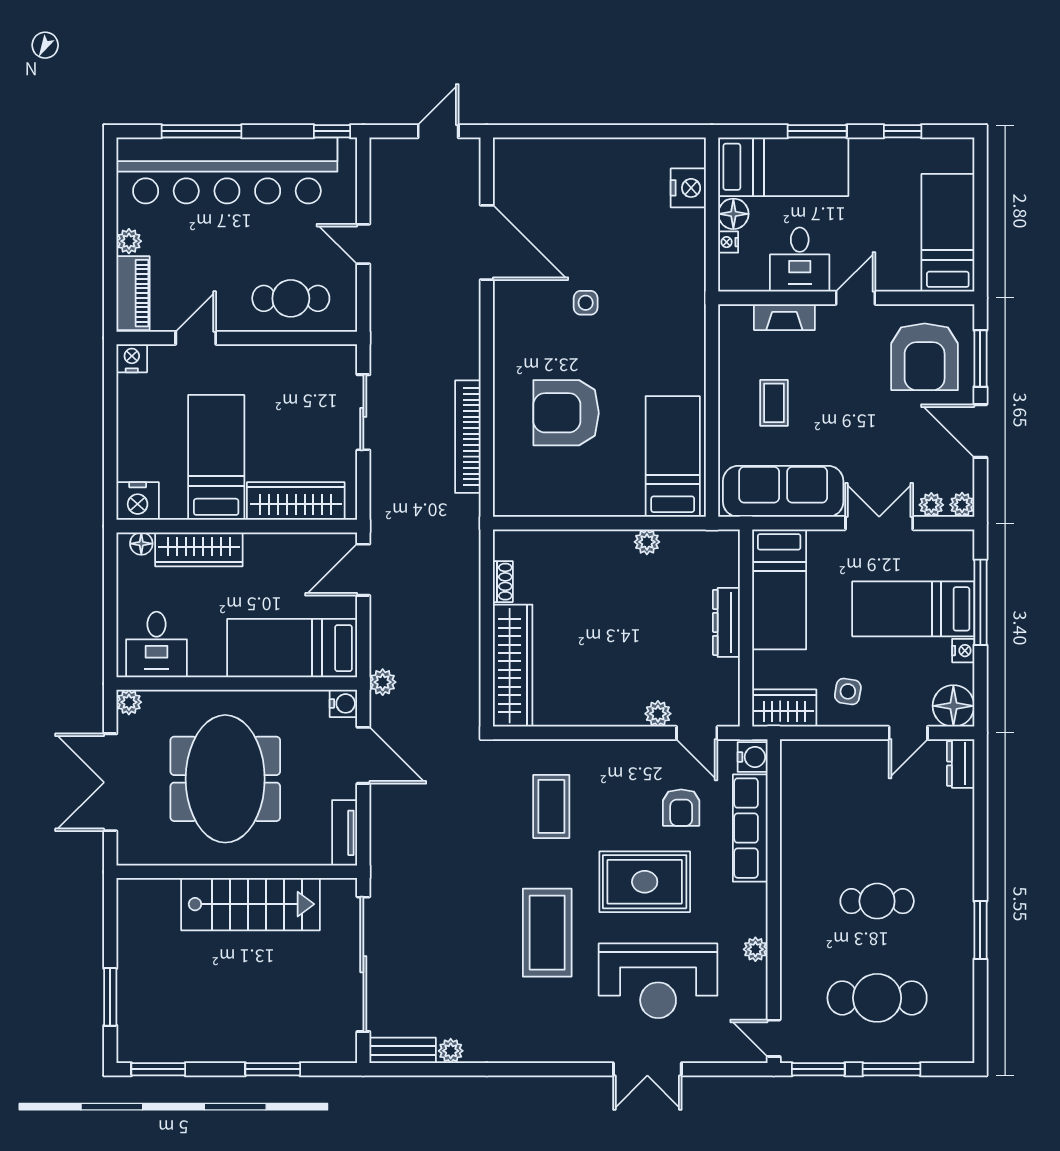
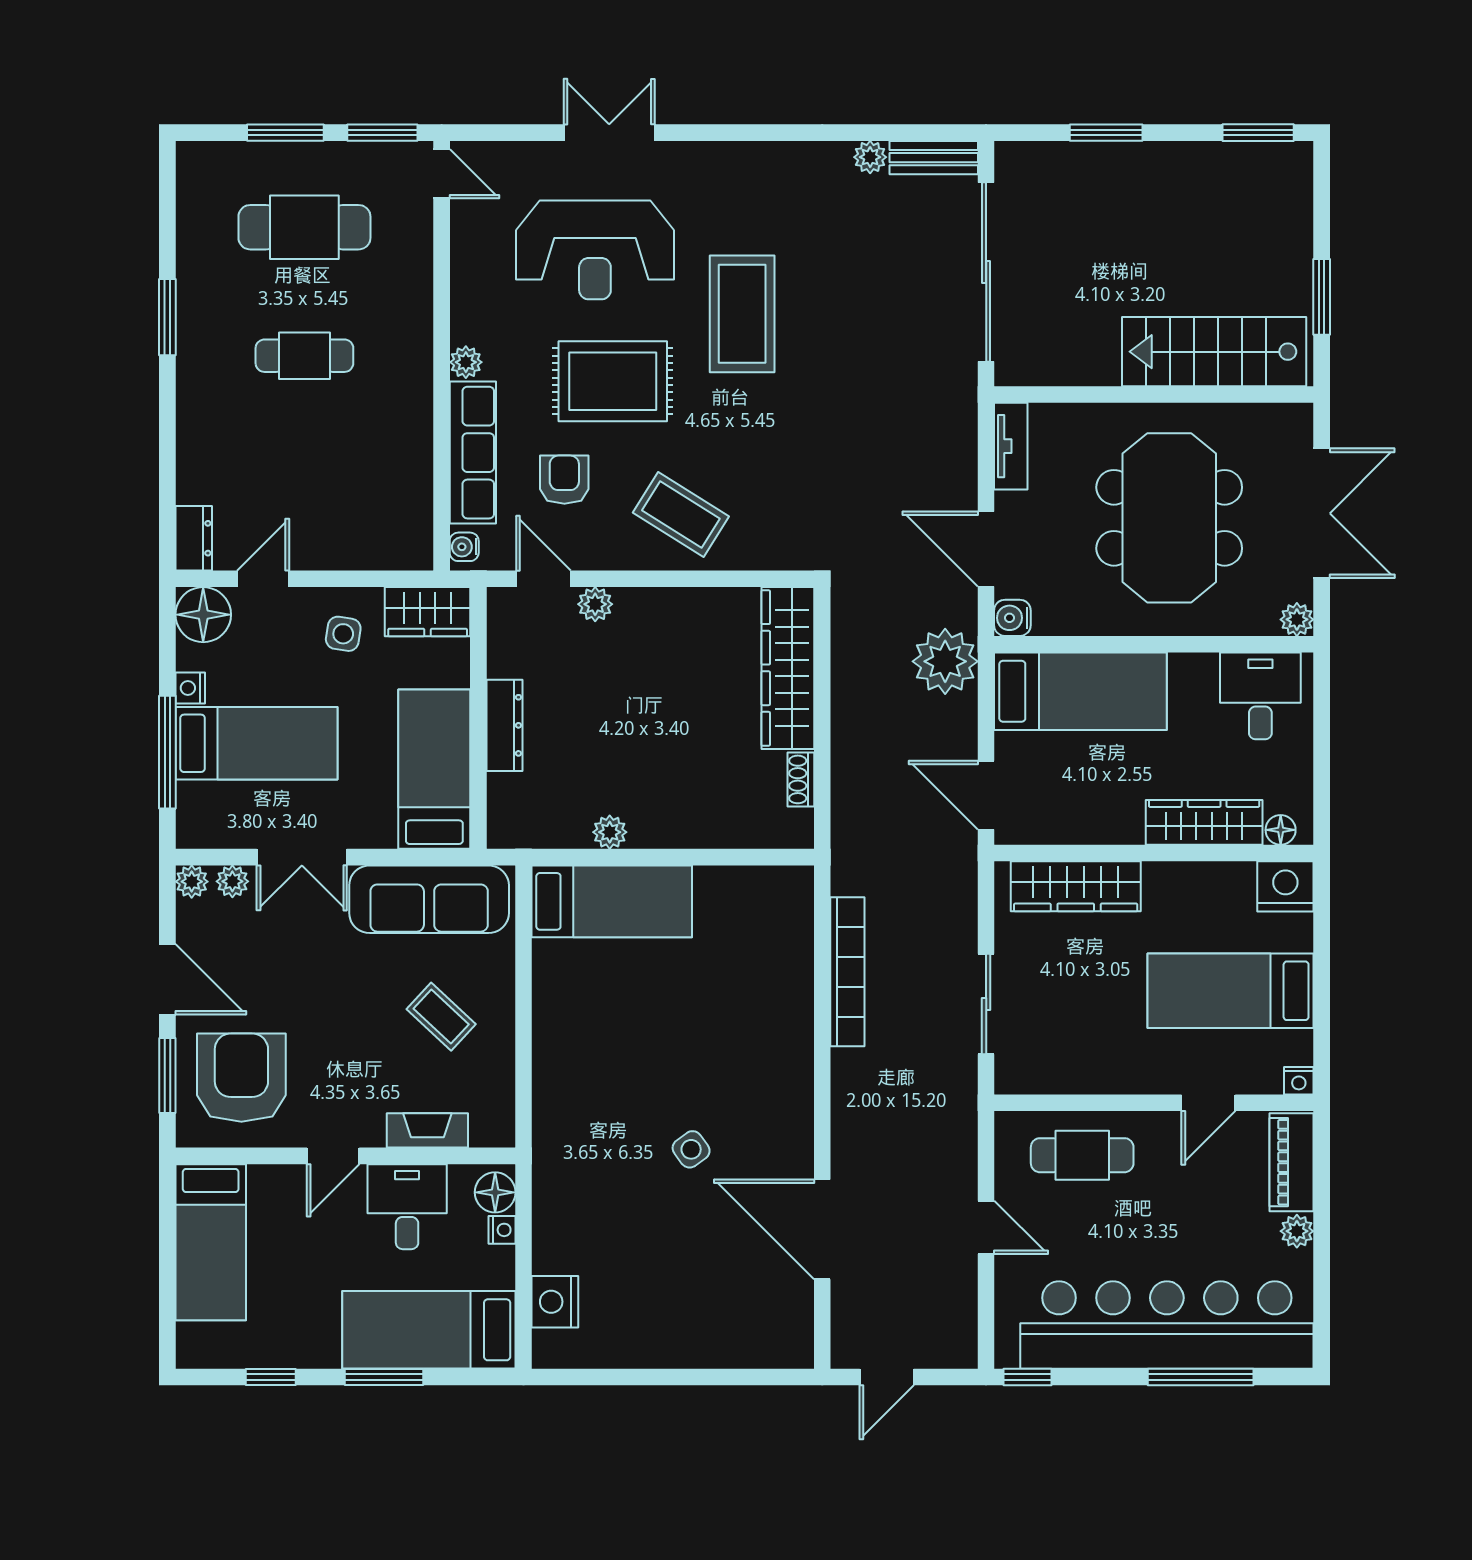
floor lamp: (733, 214) -> (495, 1192), moved
side table: (586, 303) -> (691, 1149), turned -36
nightstand: (132, 358) -> (1299, 1081), width x0.72, depth x0.74
coffee table: (774, 403) -> (441, 1017), turned -47
armchair: (566, 413) -> (717, 1003), removed
bed: (216, 457) -> (1231, 991), moved, turned 90
bed: (673, 457) -> (612, 901), moved, turned -90
door: (363, 570) -> (986, 795), swing flipped
plant: (383, 682) -> (945, 661), width x1.87, depth x1.87
water cooler: (753, 757) -> (464, 547), width x0.72, depth x0.72
coffee table: (551, 806) -> (681, 515), moved, turned -58
stairs: (250, 904) -> (1214, 352), moved
plant: (755, 949) -> (466, 362), moved
reception desk: (658, 981) -> (595, 250), turned 180
window: (110, 997) -> (1322, 297), moved

